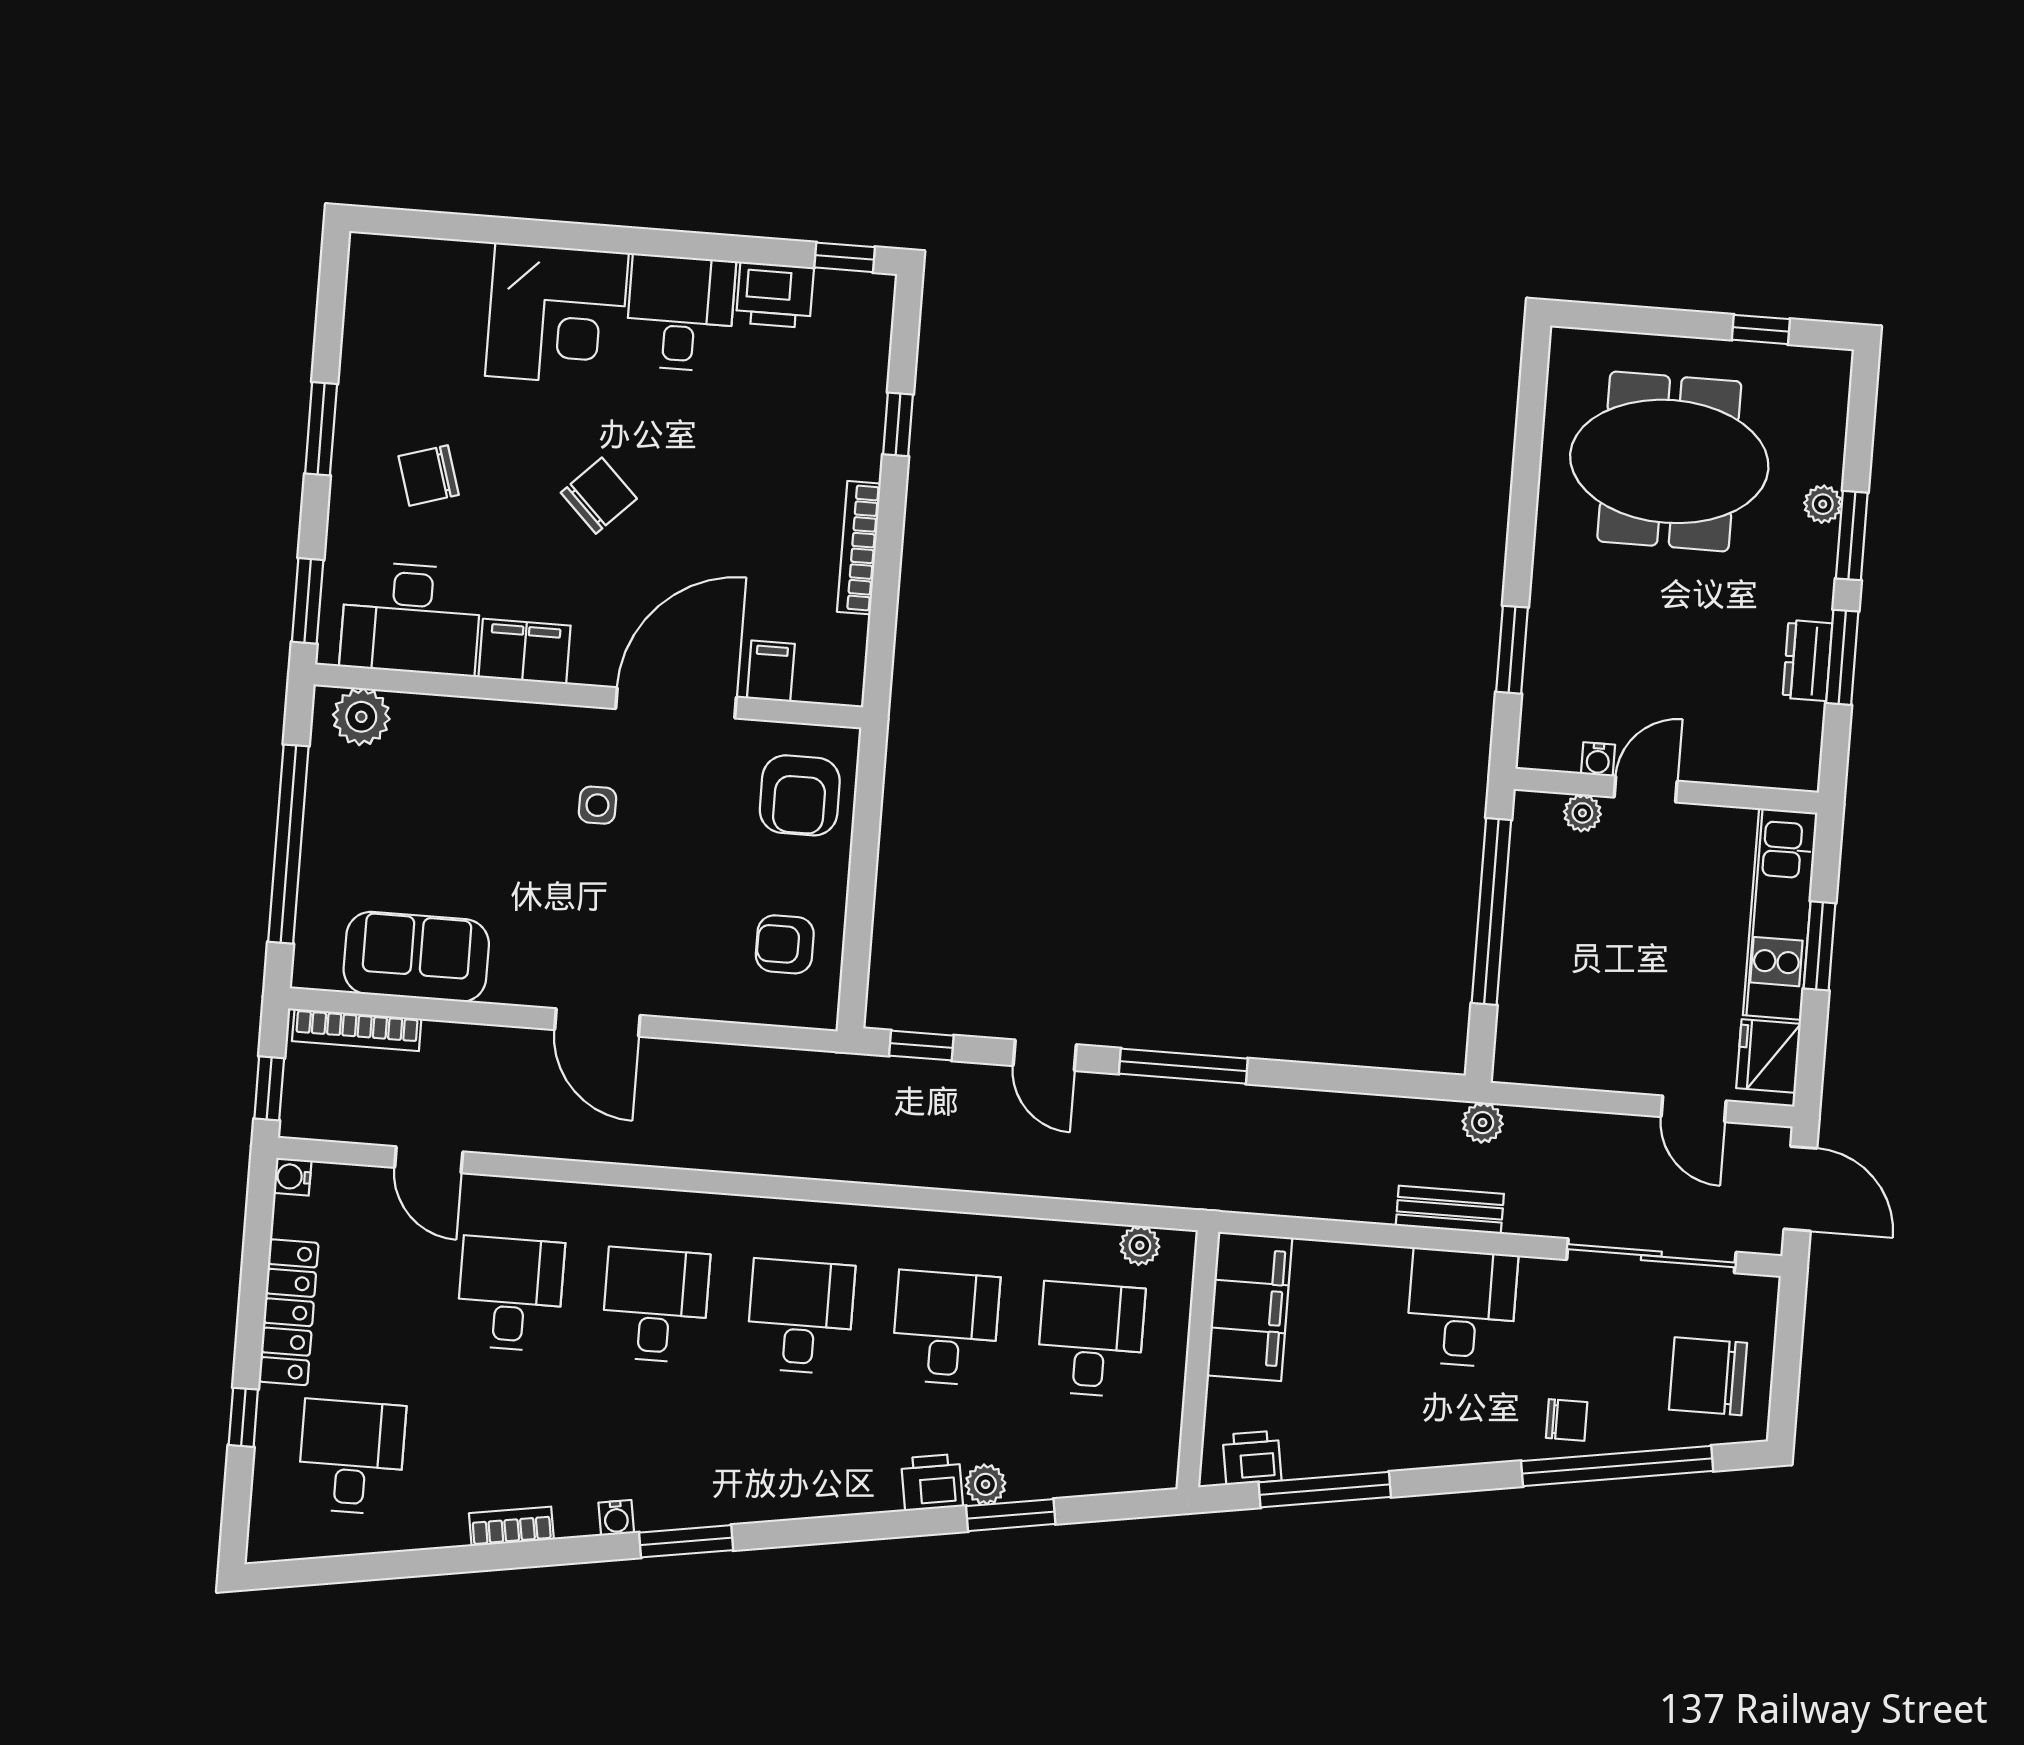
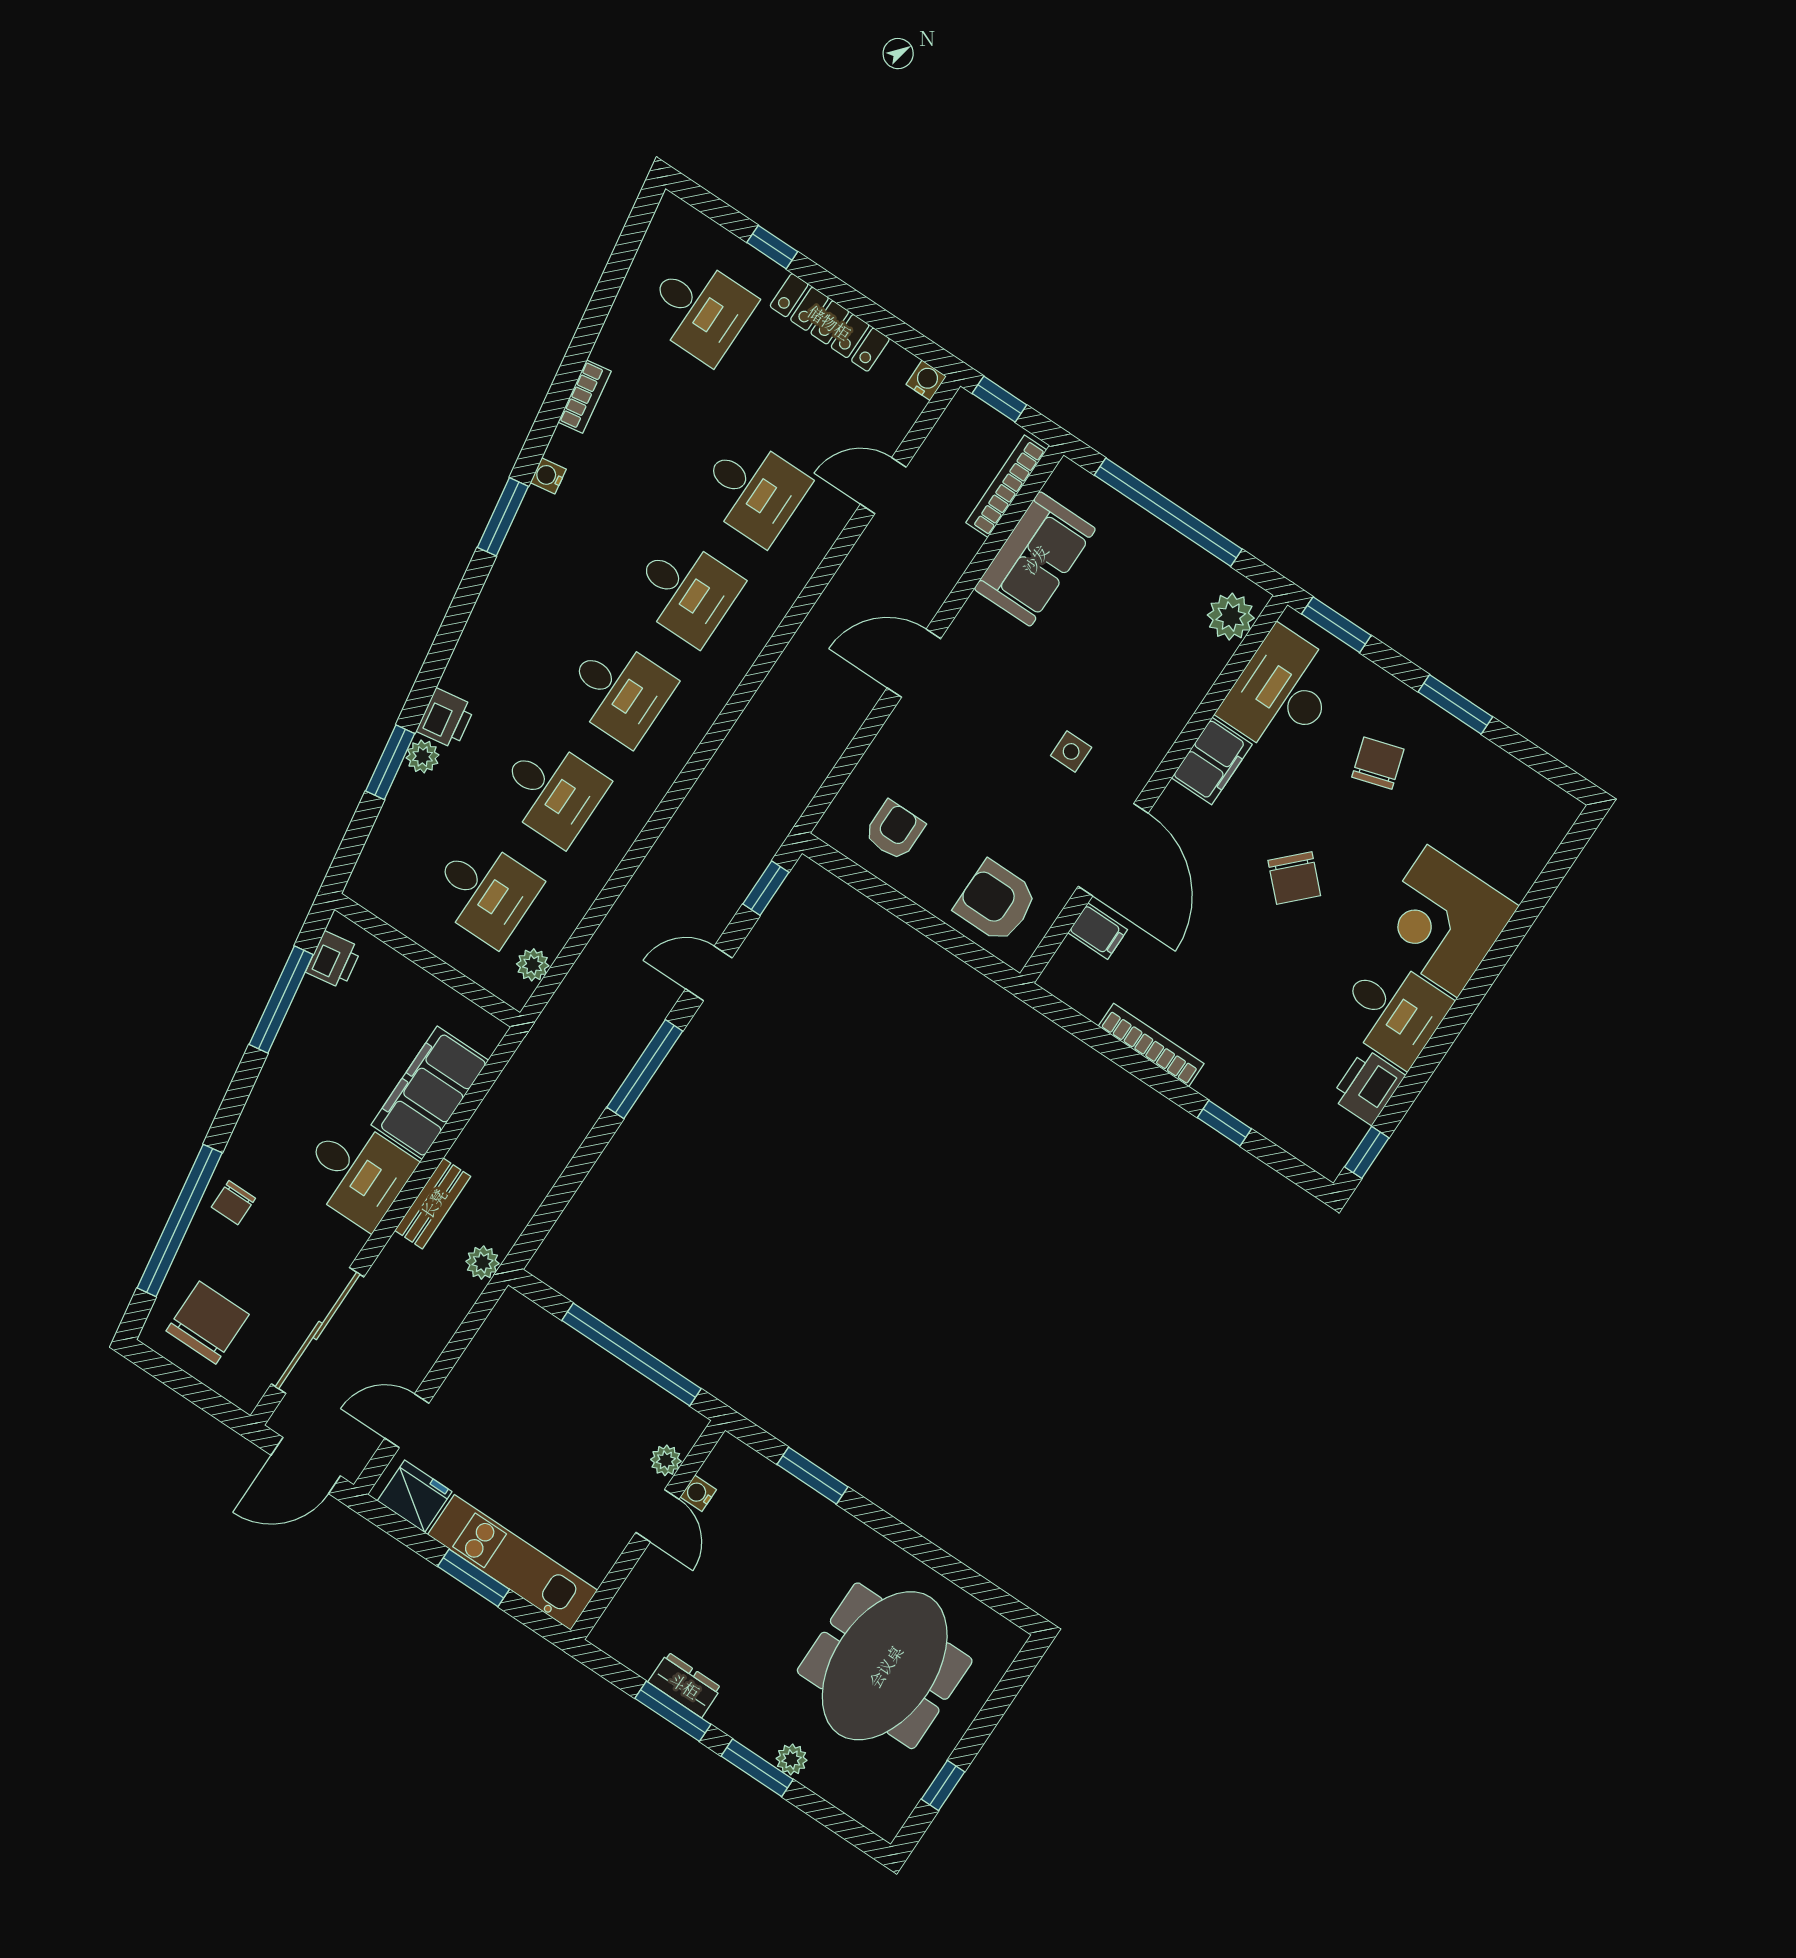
filing cabinet: (1250, 1306) -> (430, 1093), moved, turned 90

